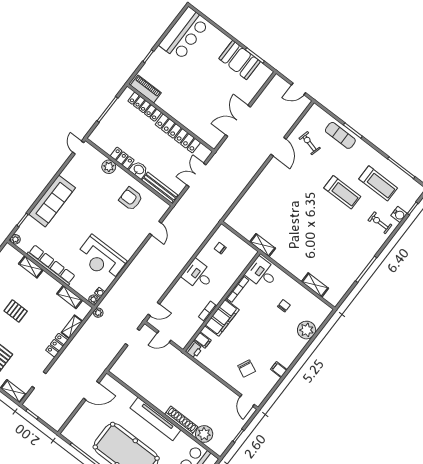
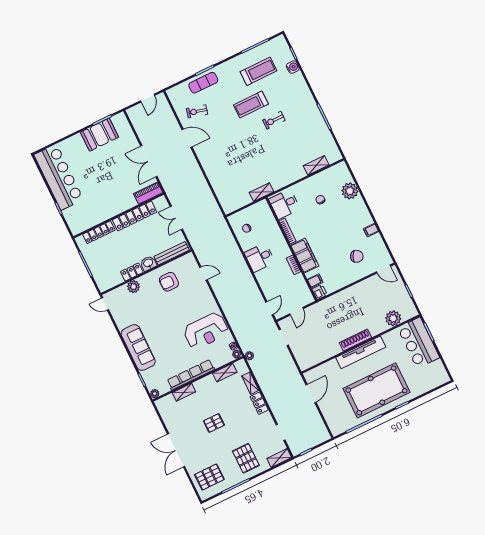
bar counter: (184, 34) -> (59, 177), width x1.36
piano: (146, 89) -> (148, 193), moved
treadmill: (342, 192) -> (251, 105), turned 180
exercise bike: (380, 223) -> (274, 120), moved
shoe rack: (181, 420) -> (355, 340), moved

